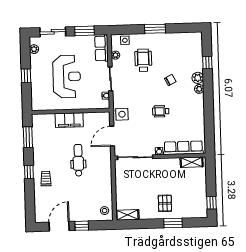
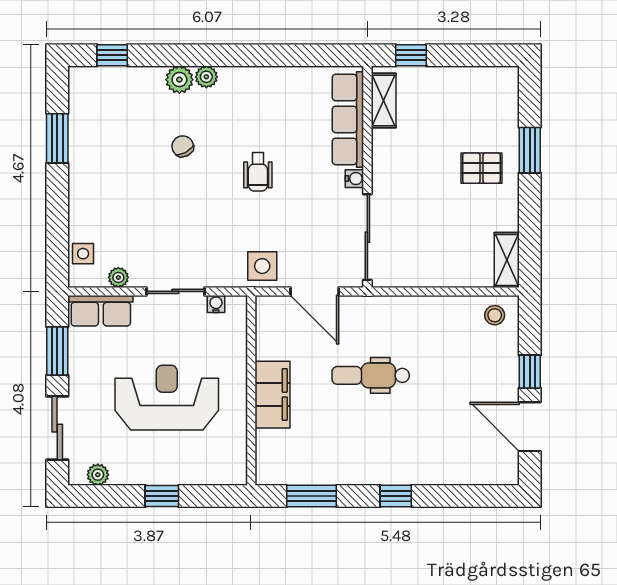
window: (155, 29) -> (57, 138), moved
wheelchair: (143, 60) -> (133, 210), removed
window: (207, 63) -> (112, 55), moved
trolley: (46, 179) -> (413, 455), removed
window: (211, 203) -> (411, 55), moved

